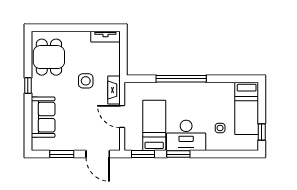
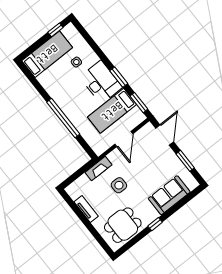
tv unit: (105, 37) -> (86, 209), moved
fireplace: (114, 90) -> (98, 169), moved

